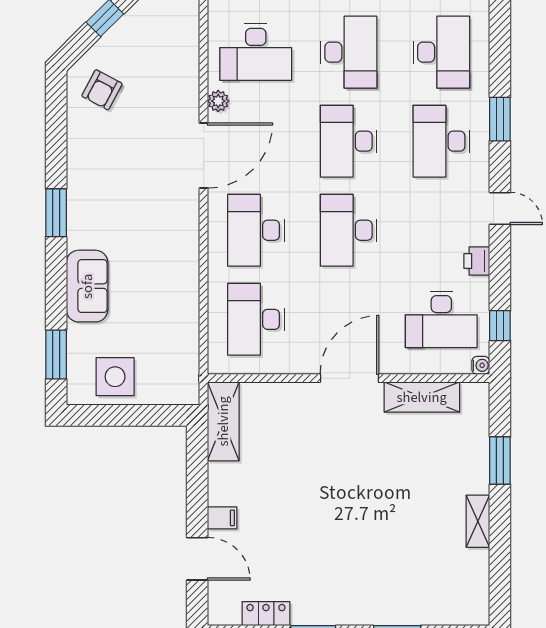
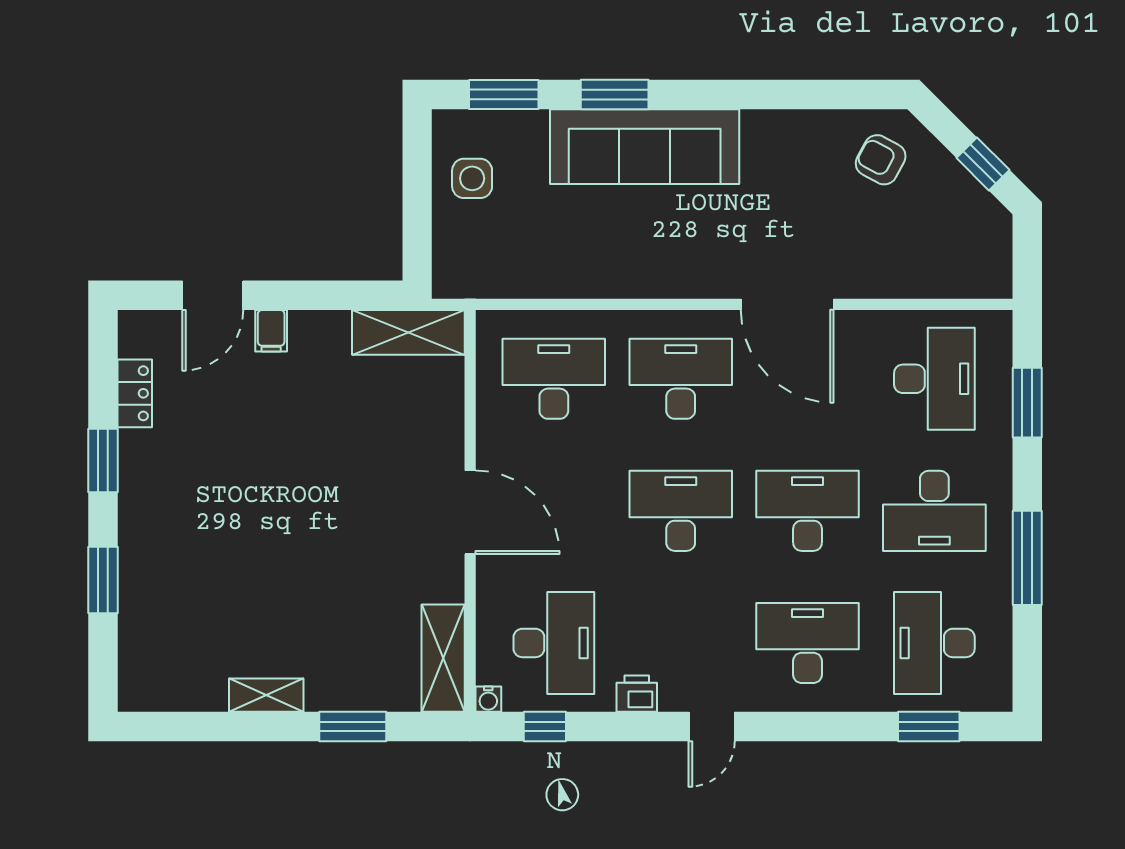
desk: (256, 52) -> (934, 379), turned 180
desk: (441, 52) -> (934, 643), turned 90
plant: (218, 101) -> (865, 325), removed
window: (500, 119) -> (929, 726), moved
window: (56, 213) -> (615, 94), moved
sofa: (87, 286) -> (645, 147), width x1.85, depth x1.27
desk: (441, 319) -> (554, 643), turned 180
side table: (115, 377) -> (472, 178), width x0.73, depth x0.73
shelving: (422, 397) -> (443, 658), moved

